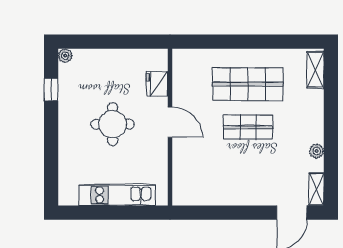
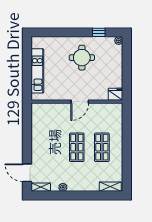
fridge: (157, 84) -> (115, 94), moved
shop shelf: (248, 84) -> (102, 147), width x0.70, depth x0.74
round table: (113, 124) -> (82, 58), moved

